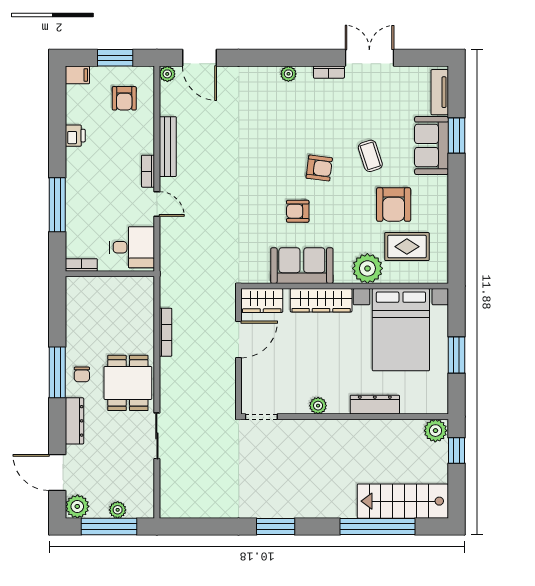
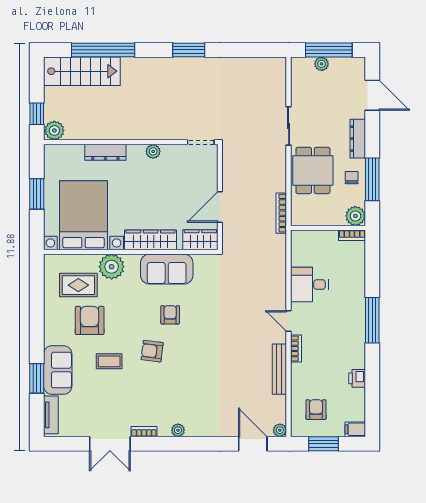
coffee table: (370, 156) -> (109, 361), turned -72
armchair: (298, 211) -> (170, 315), turned -90
bookcase: (81, 265) -> (352, 235), moved
wall: (110, 274) -> (328, 228), moved
plant: (77, 506) -> (355, 216), moved

